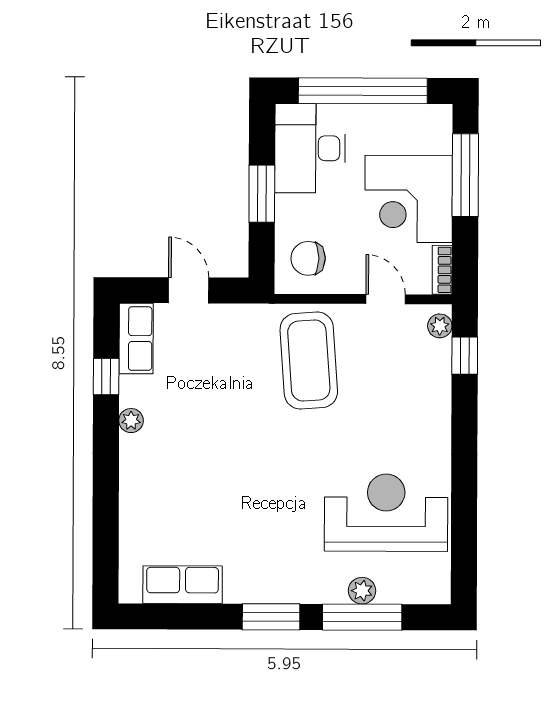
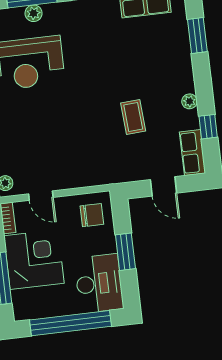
coffee table: (309, 361) -> (133, 117), moved, width x0.54, depth x0.58
window: (106, 524) -> (197, 36), added

